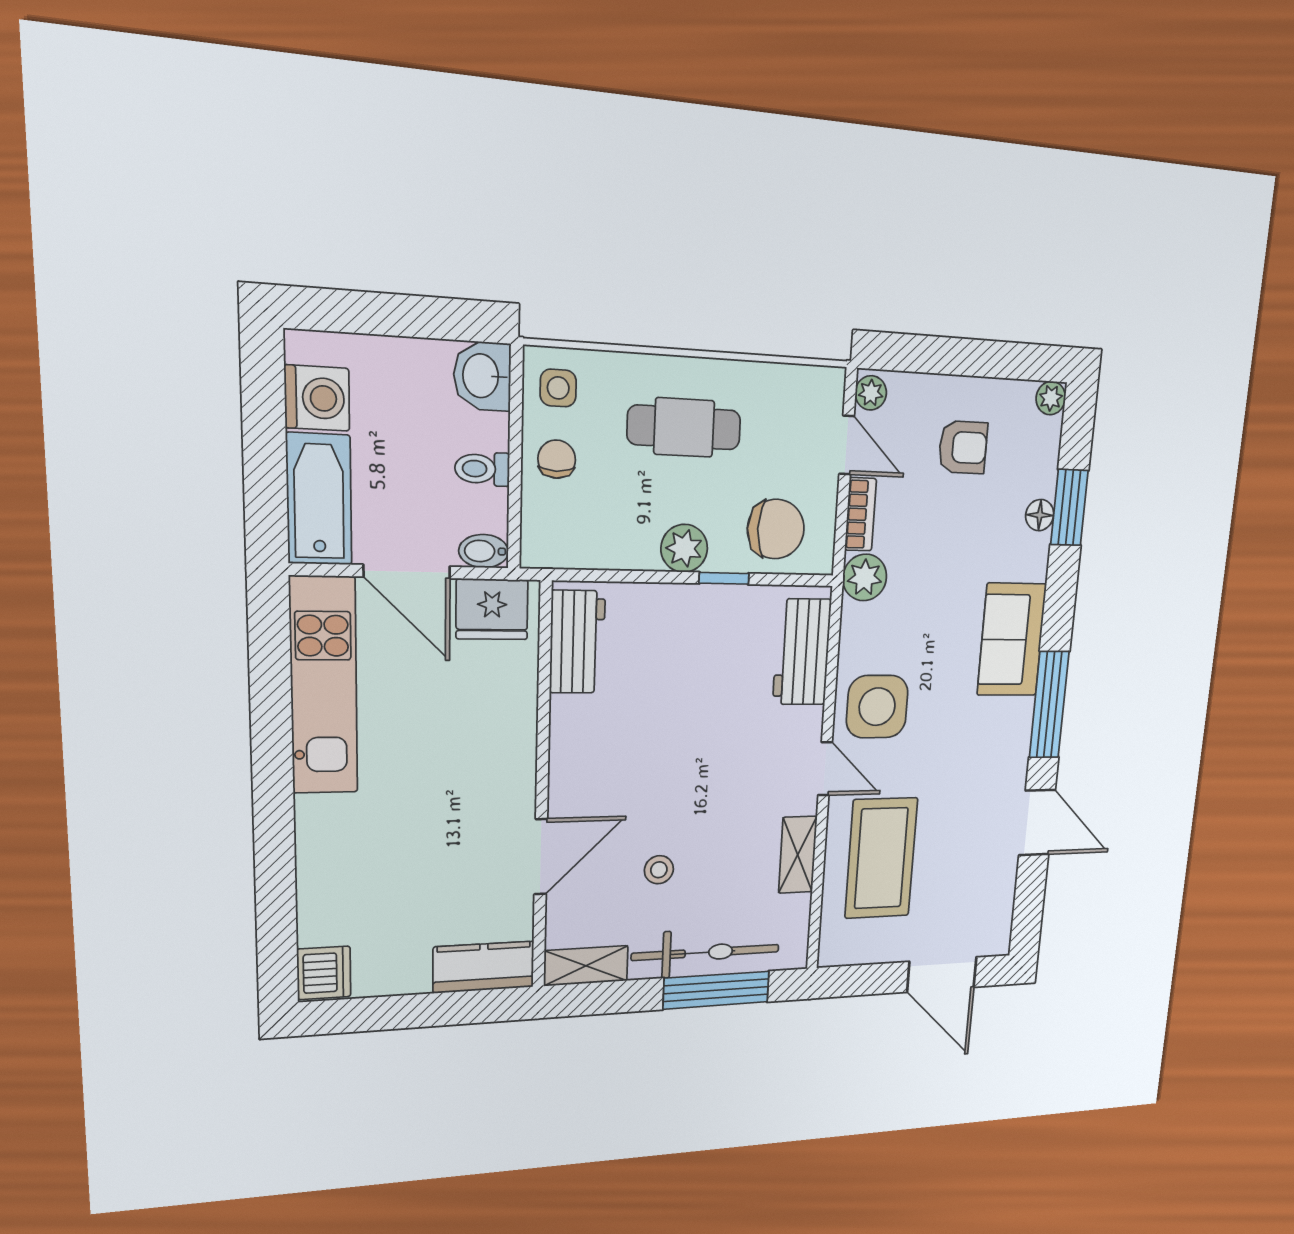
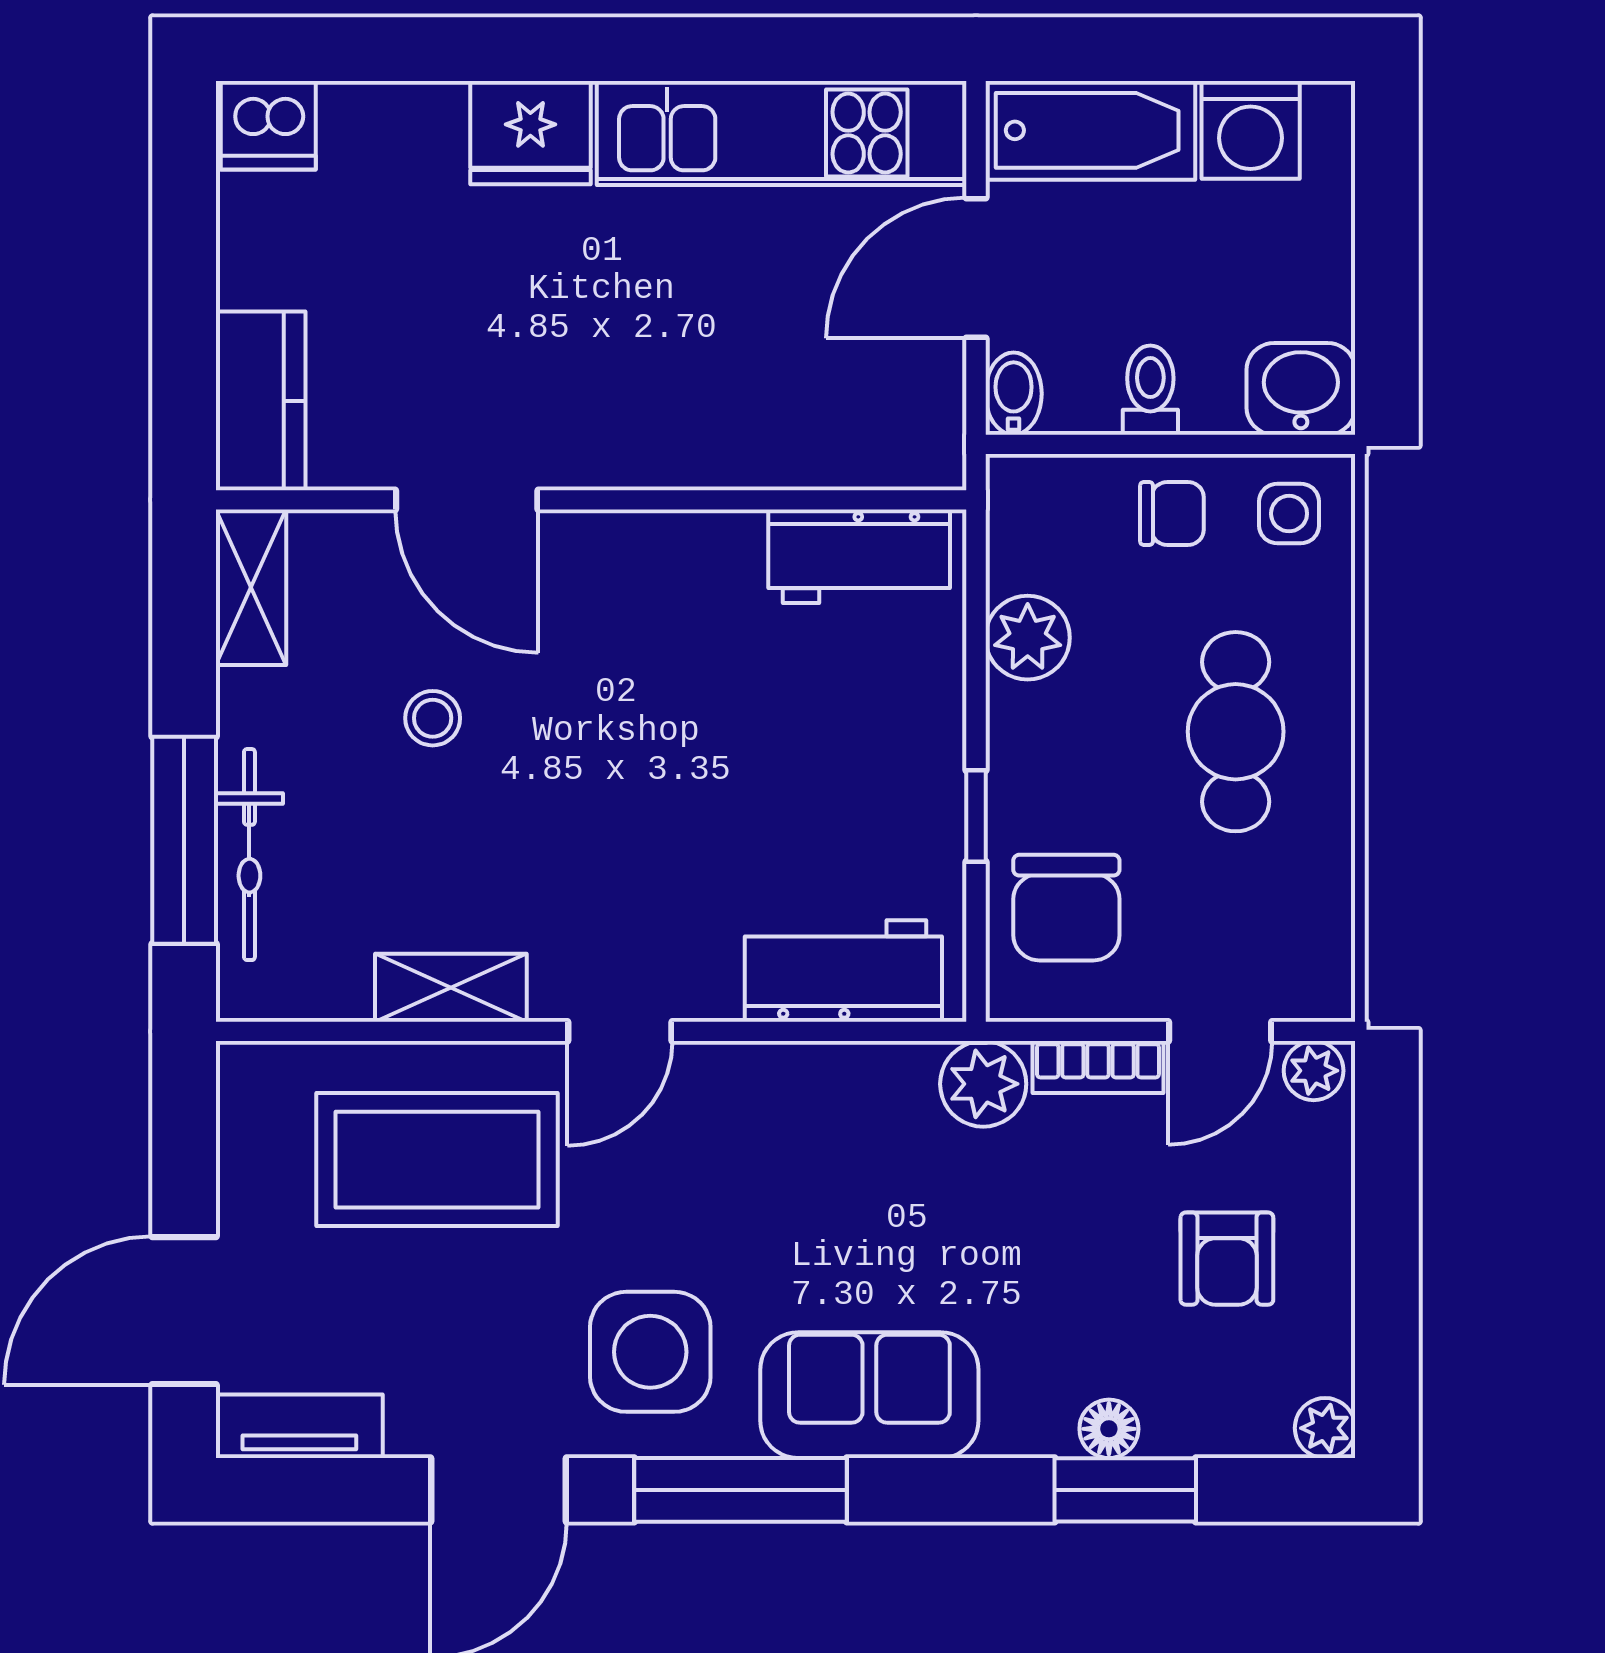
plant: (684, 548) -> (1028, 638), moved
fridge: (492, 609) -> (530, 133), moved, turned -90
side table: (877, 707) -> (650, 1352), moved
tv unit: (999, 918) -> (299, 1426), added
bicycle: (706, 952) -> (249, 855), width x0.73, depth x0.71

